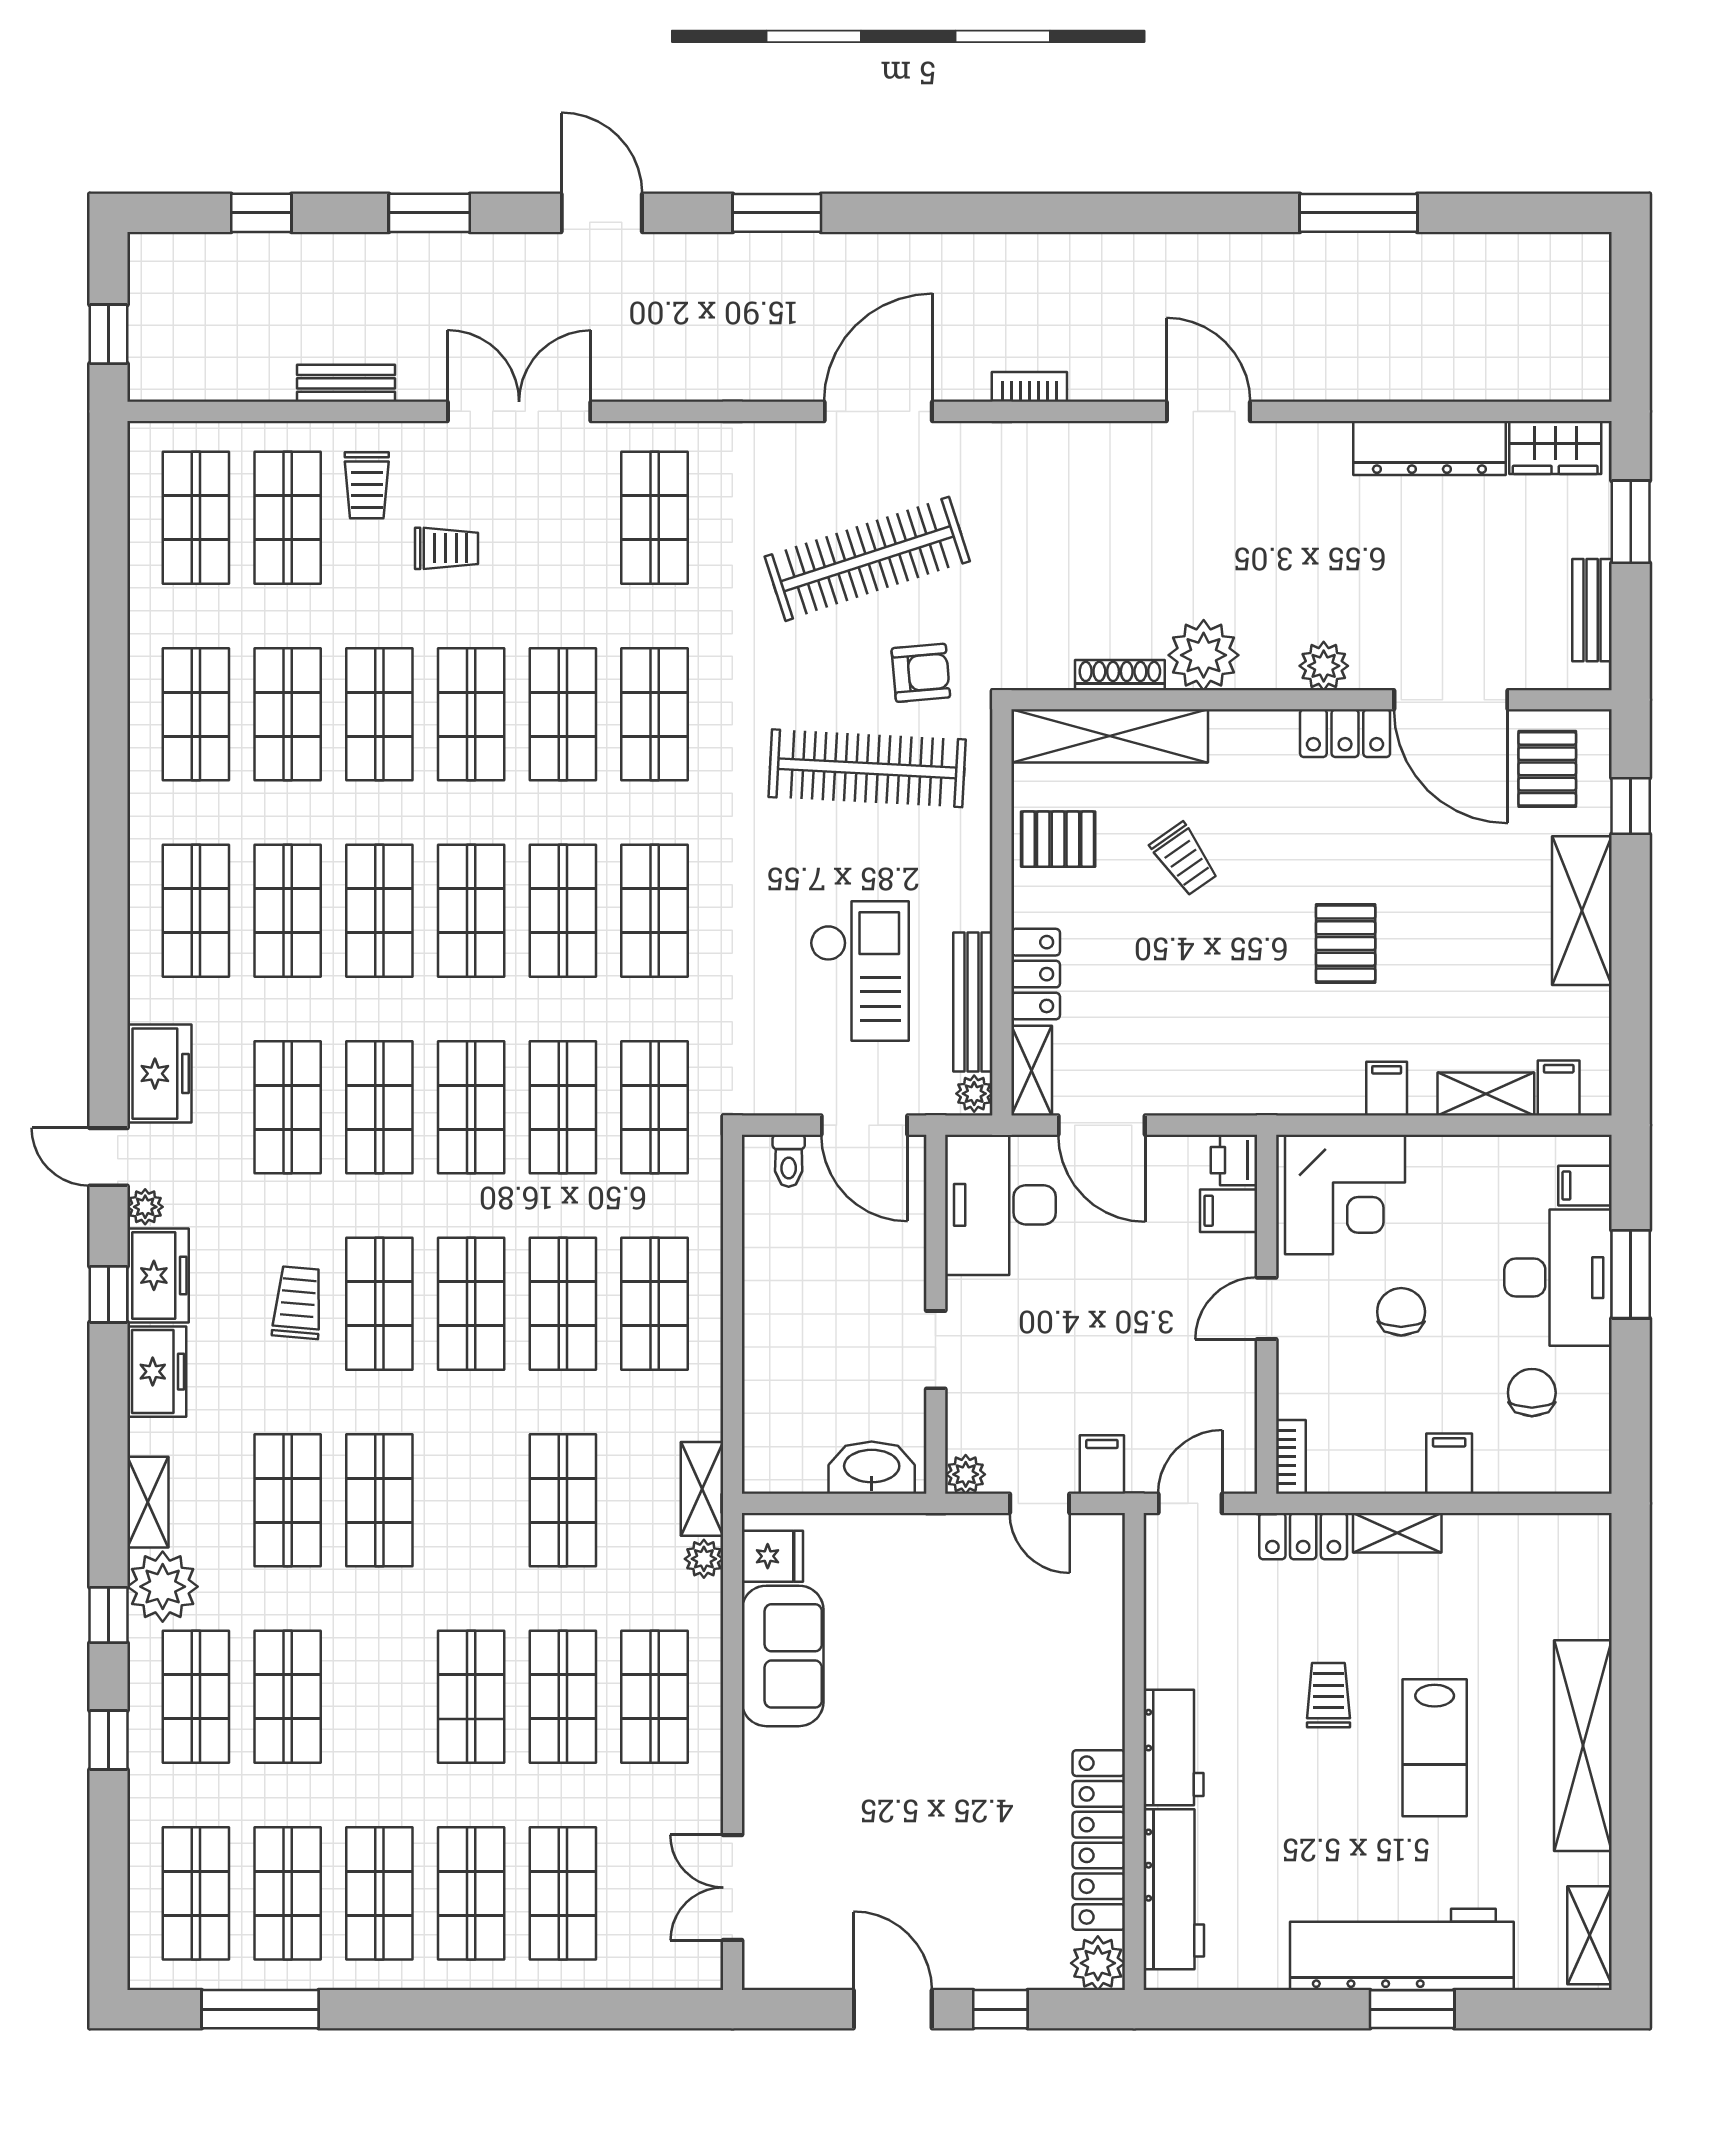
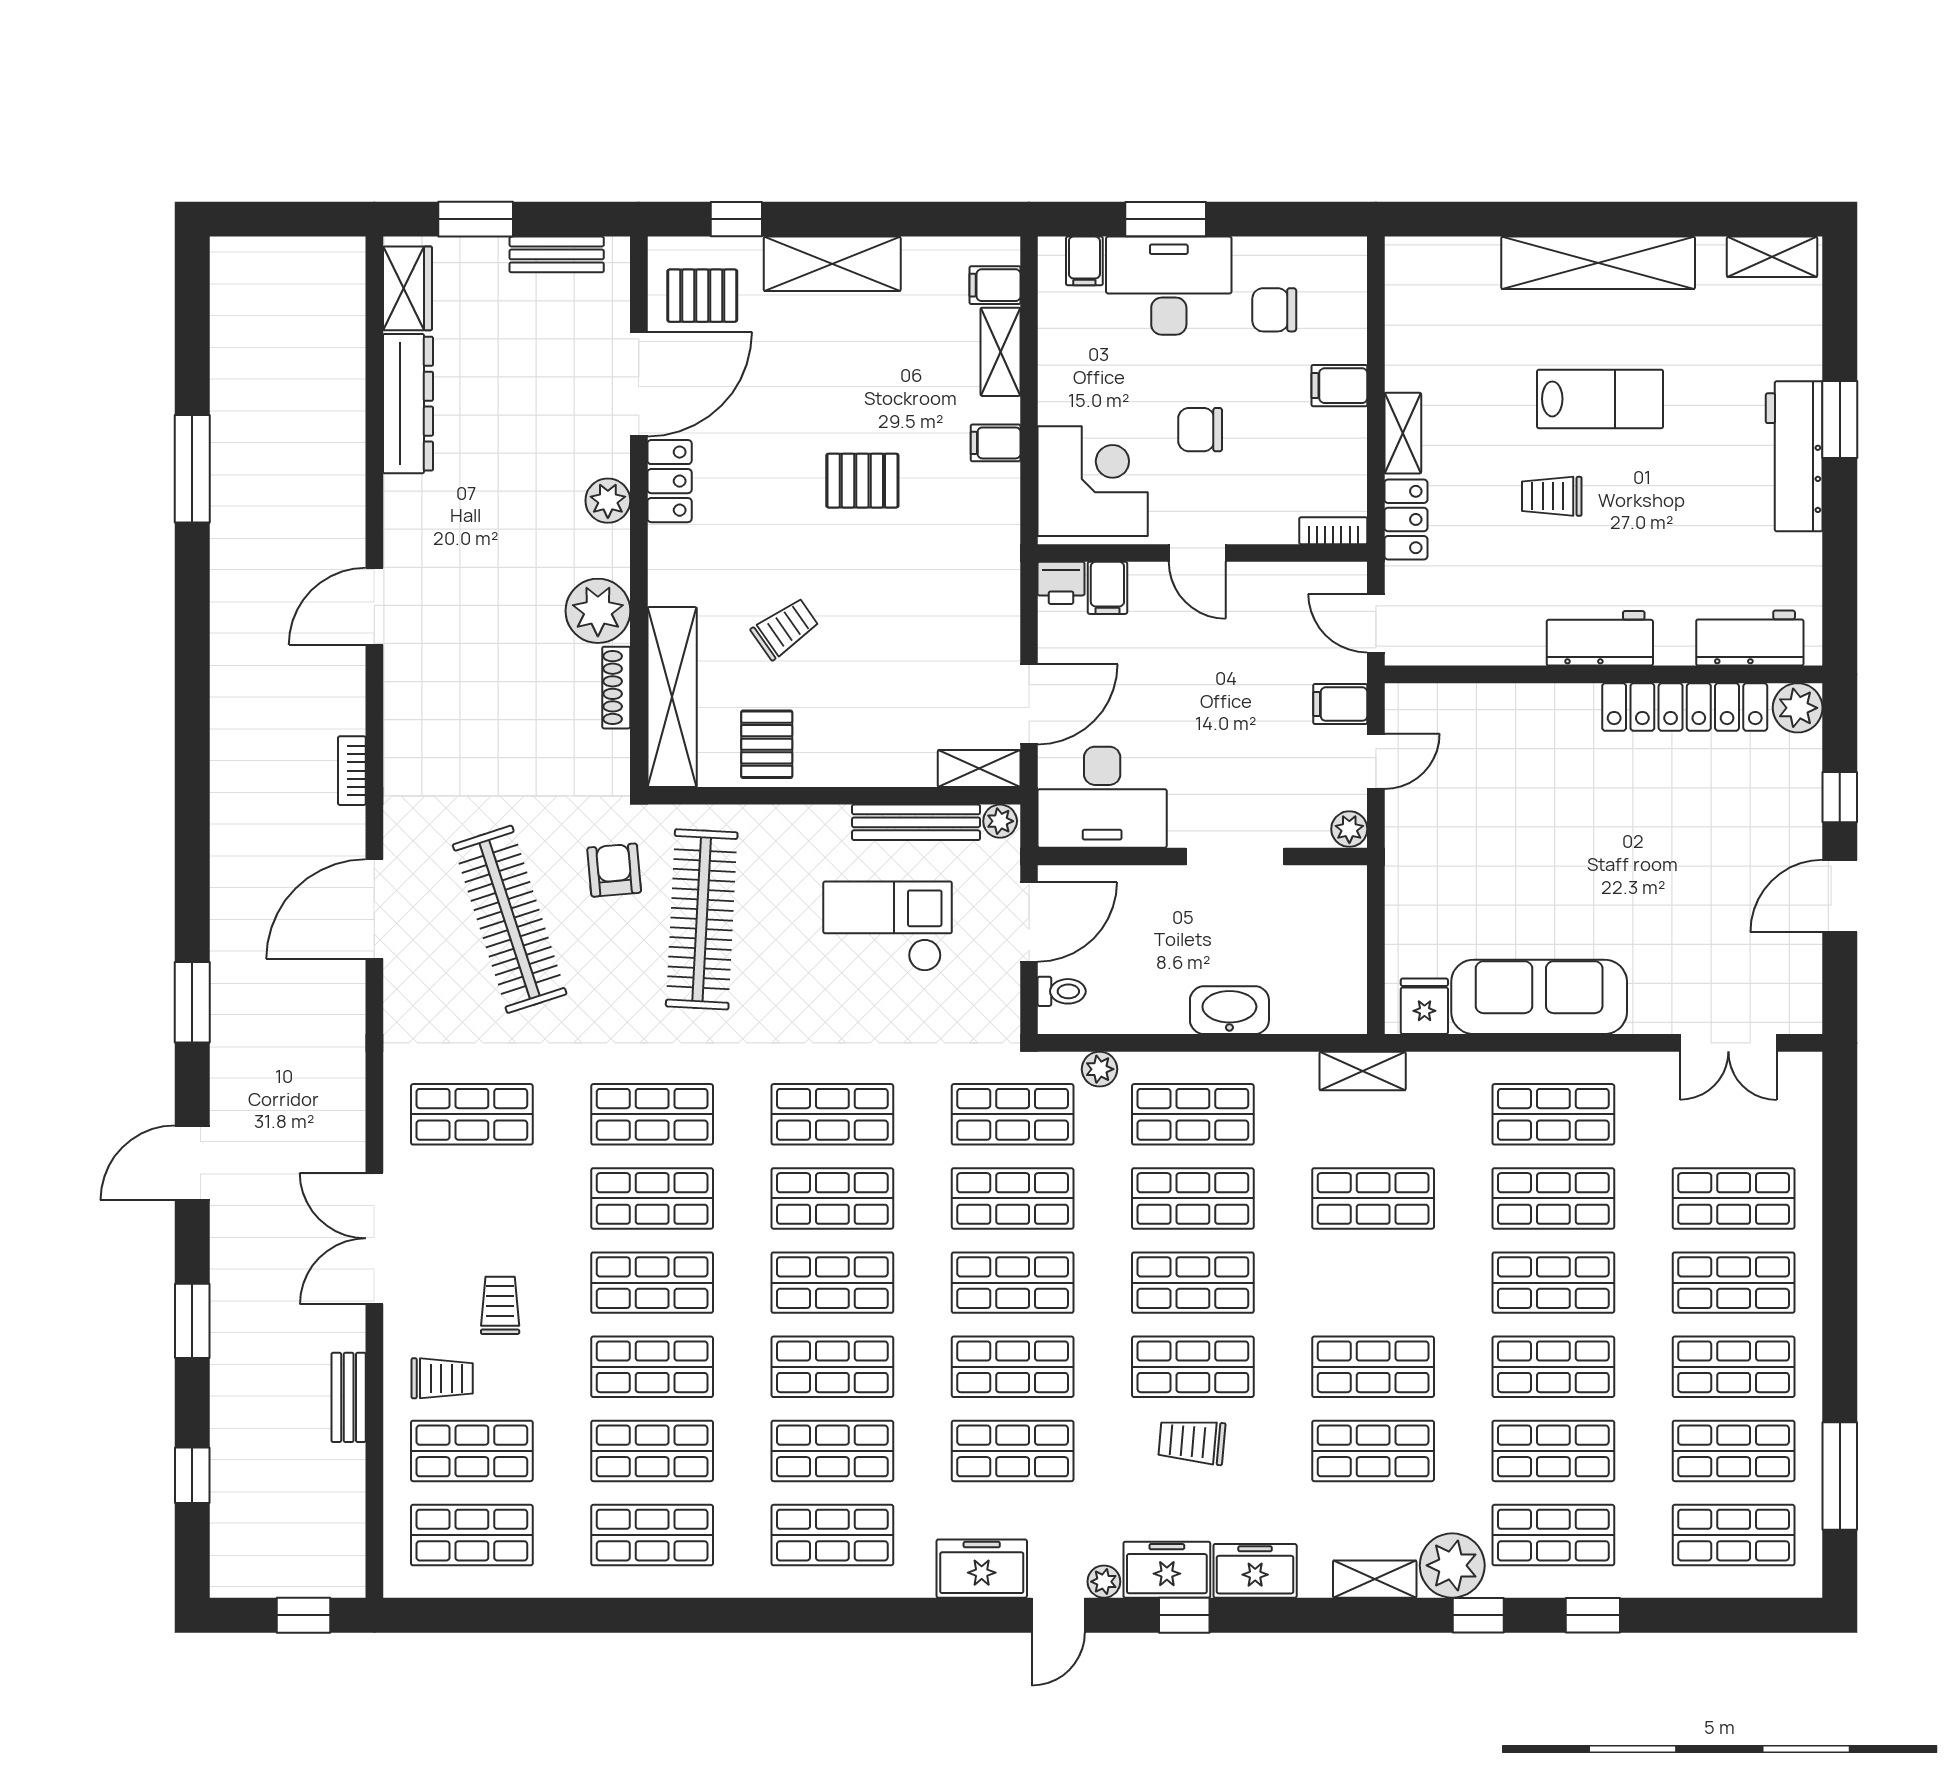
door: (878, 411) -> (374, 909), hinge flipped
locker: (1036, 974) -> (890, 765), removed
doorway: (936, 1350) -> (1235, 856), width x1.38
washbasin: (872, 1468) -> (1229, 1010), moved, turned 90
plant: (704, 1559) -> (1099, 1069), moved
sofa: (783, 1656) -> (1539, 997), width x1.36
shop shelf: (379, 1697) -> (1553, 1367), added
workbench: (1174, 1889) -> (1750, 638), width x0.73
workbench: (1402, 1949) -> (1794, 456), width x0.73, depth x0.76

